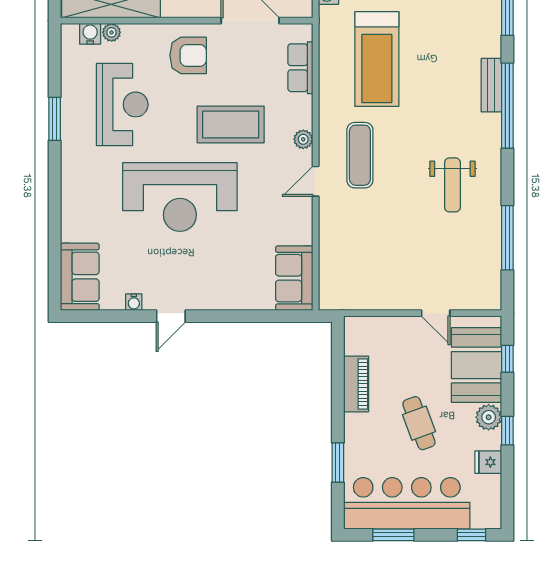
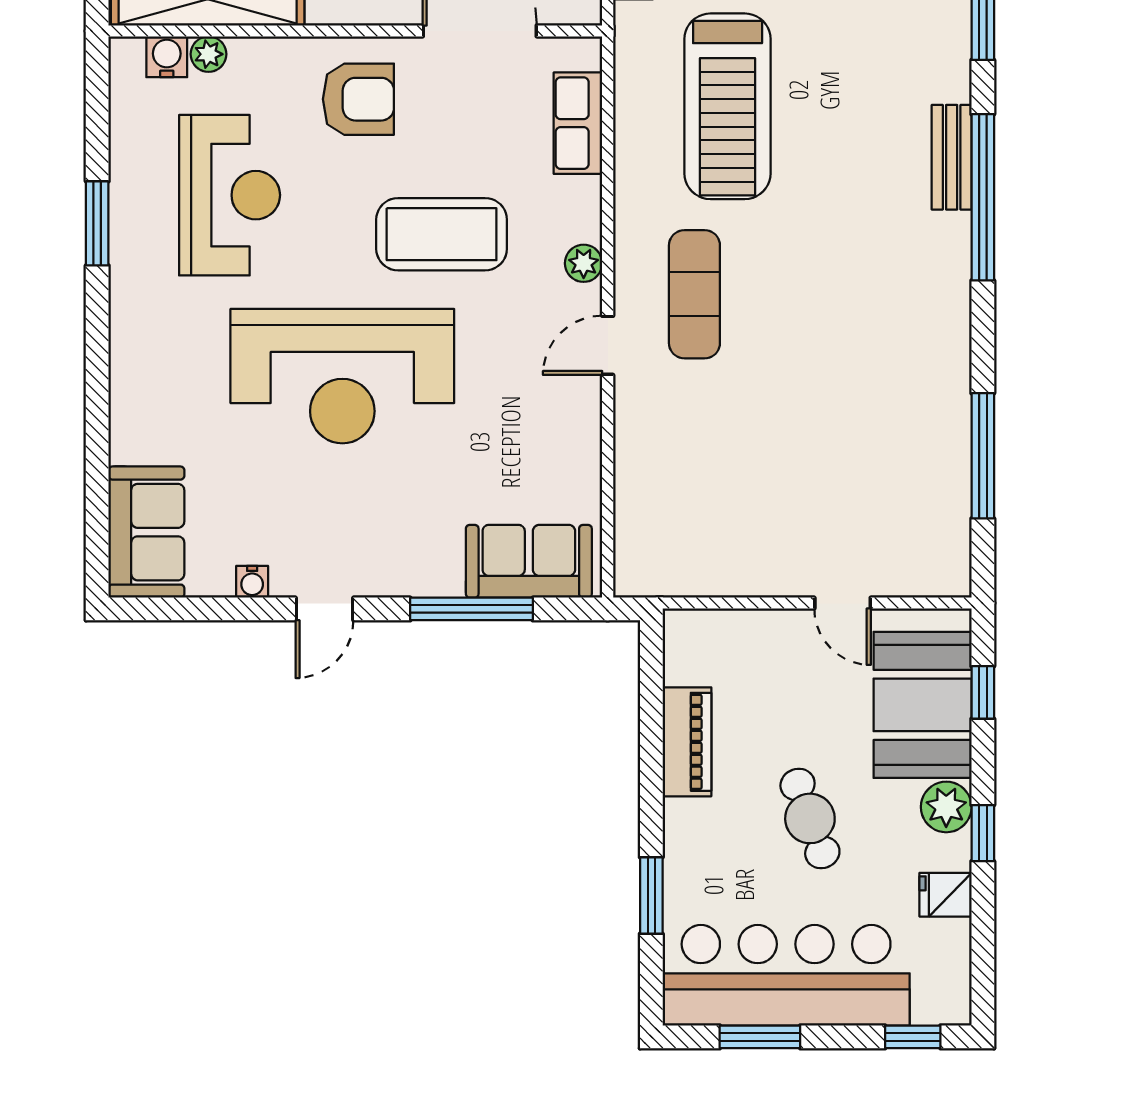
weight bench: (452, 185) -> (875, 353), removed
sofa: (294, 278) -> (529, 561), moved, turned 90
window: (246, 316) -> (472, 609), added

